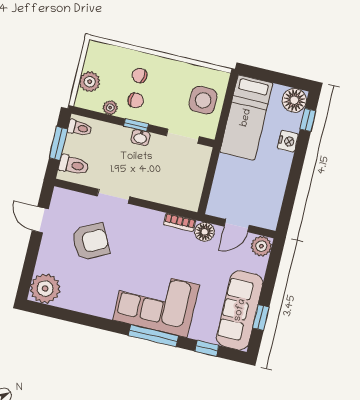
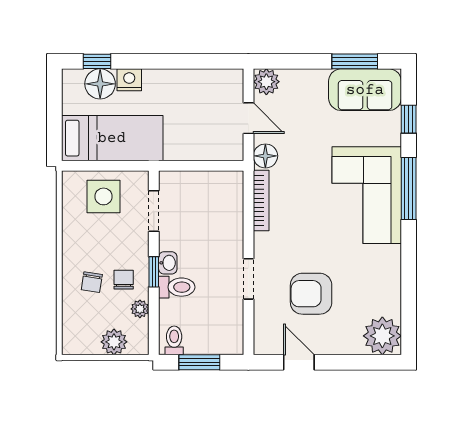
floor lamp: (294, 100) -> (100, 84), moved
toilet: (74, 165) -> (177, 287), moved, turned 90
door: (40, 220) -> (299, 362), swing flipped
bookcase: (180, 222) -> (261, 200), width x1.56
armchair: (91, 242) -> (311, 294), turned -63
sofa: (240, 310) -> (365, 90), width x0.73
window: (261, 318) -> (355, 61), width x1.50

